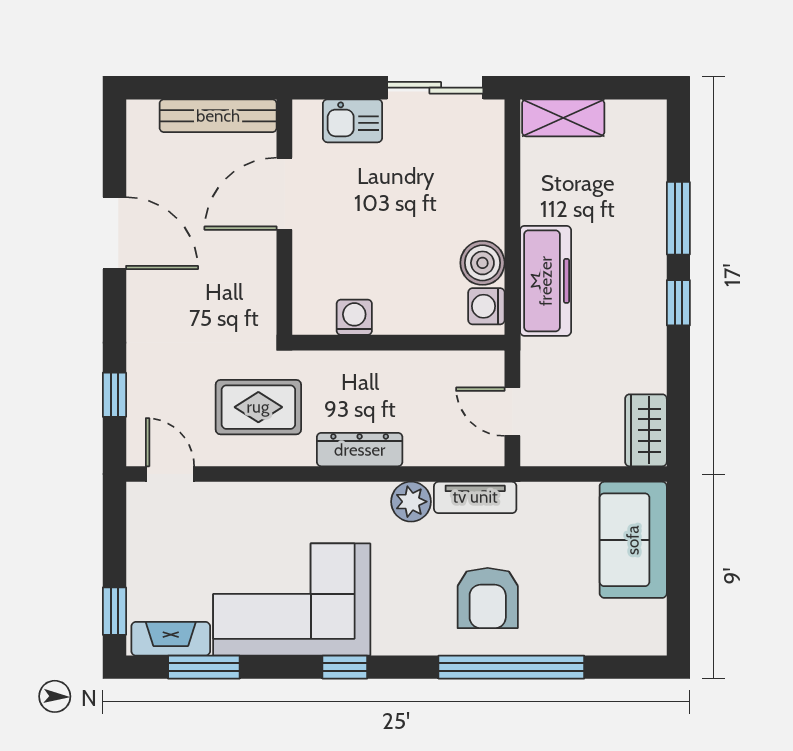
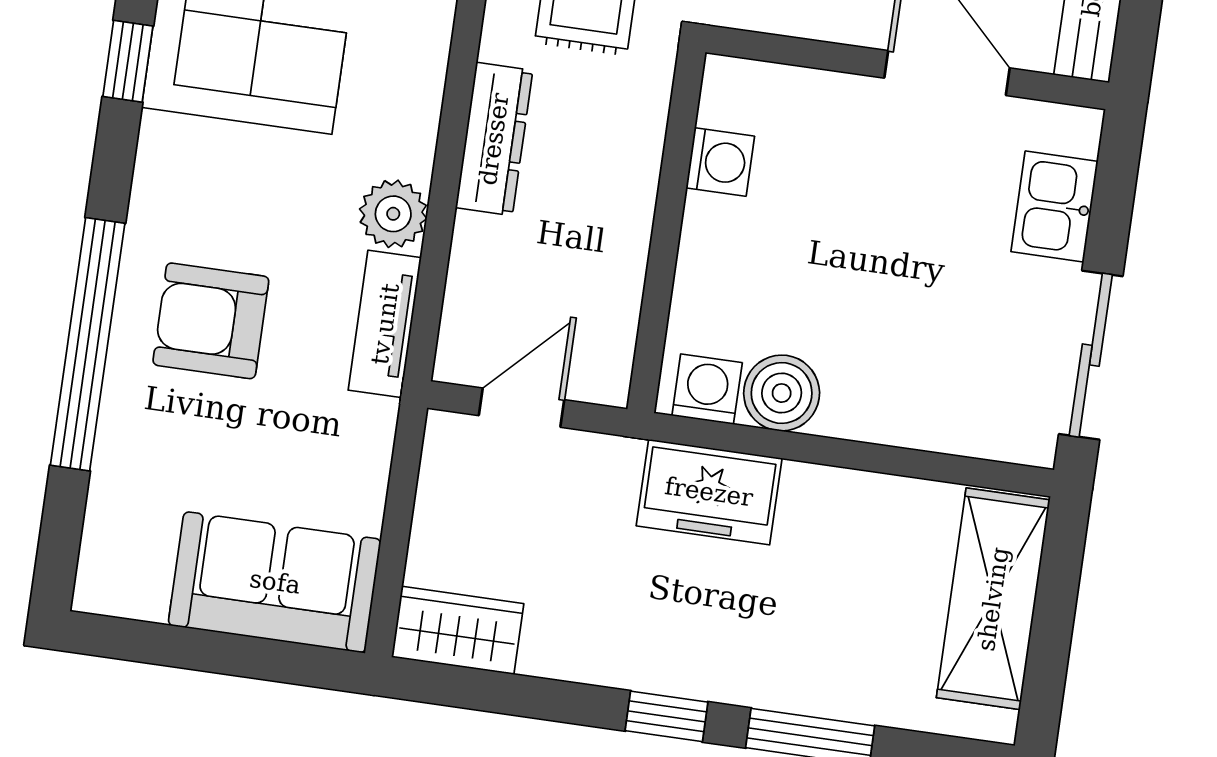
shelving: (563, 118) -> (993, 599), width x1.50, depth x1.33
freezer: (546, 281) -> (709, 492), width x0.71

